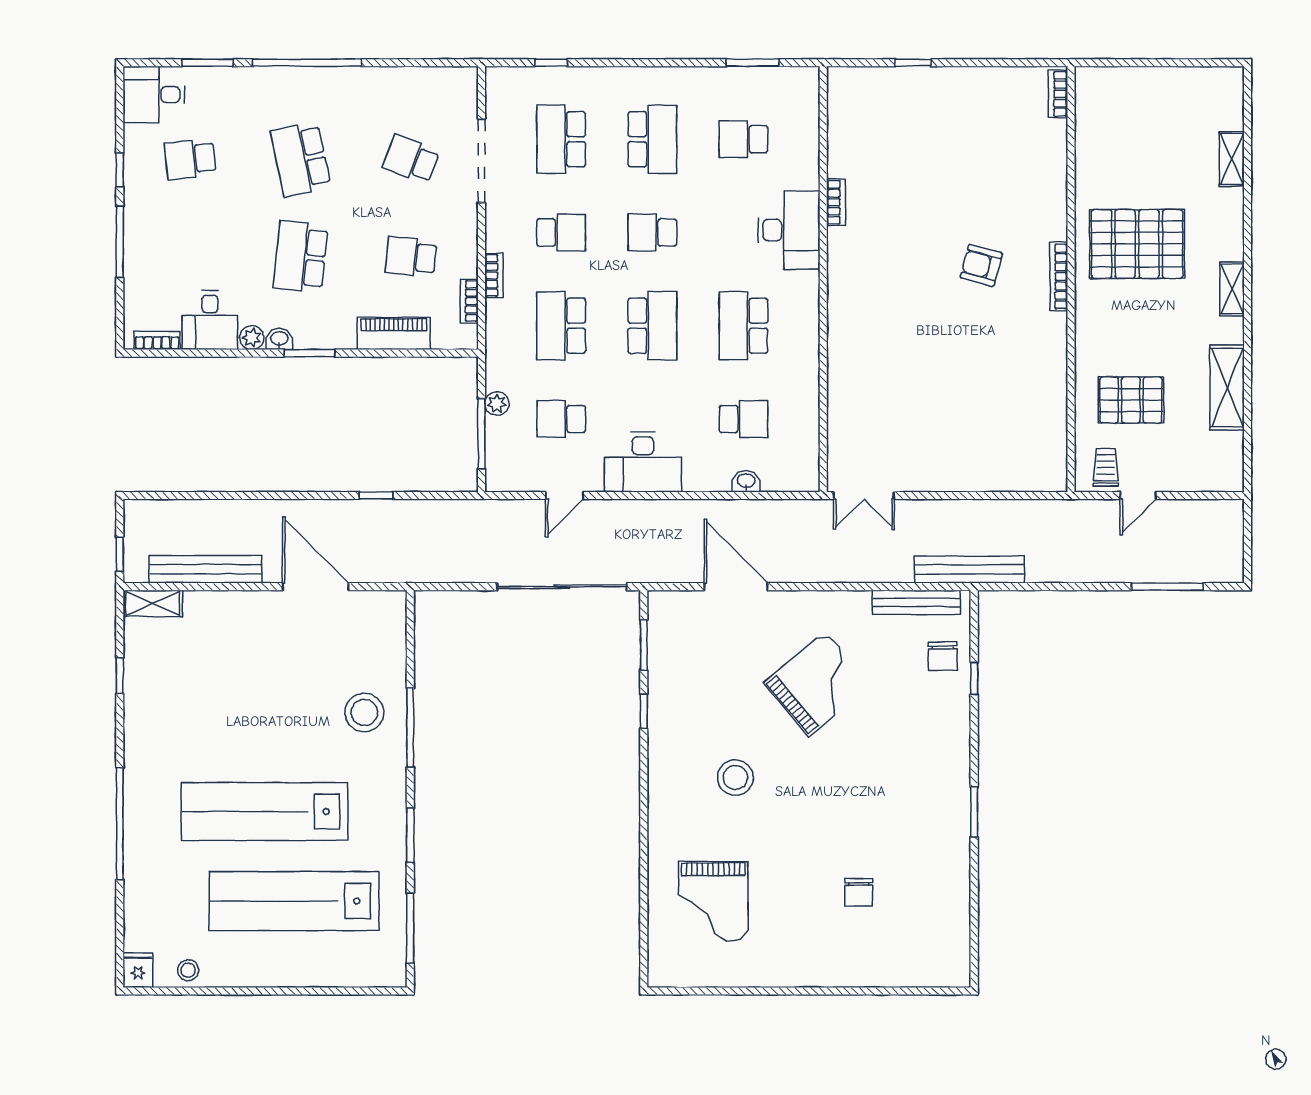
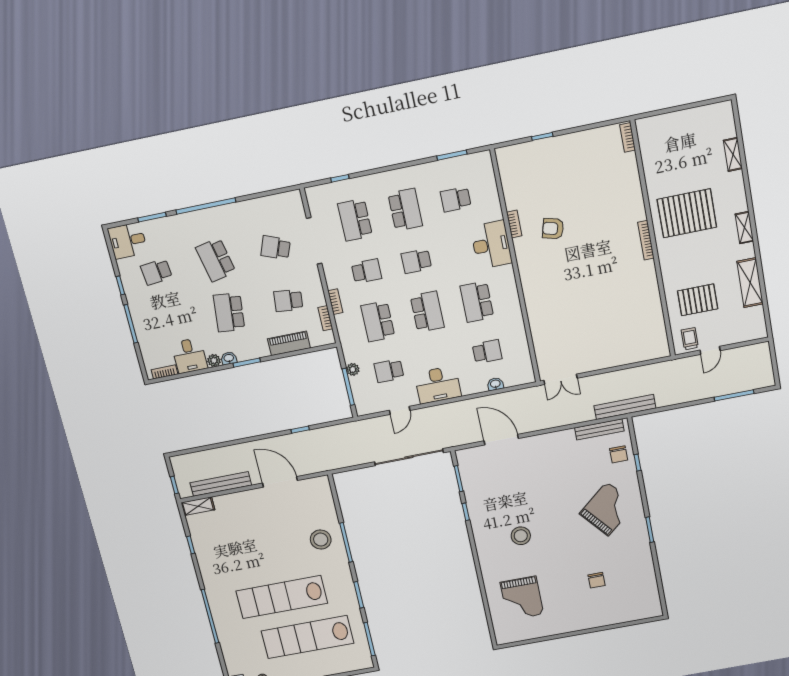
armchair: (981, 265) -> (553, 229), moved
grand piano: (817, 684) -> (607, 509), moved

